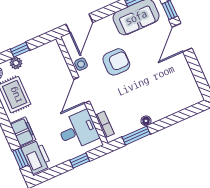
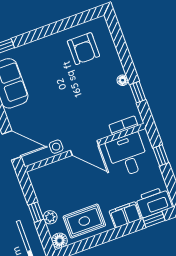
door: (182, 38) -> (35, 35), removed
armchair: (116, 62) -> (83, 49), moved, turned 180
window: (136, 136) -> (138, 92), width x0.67

